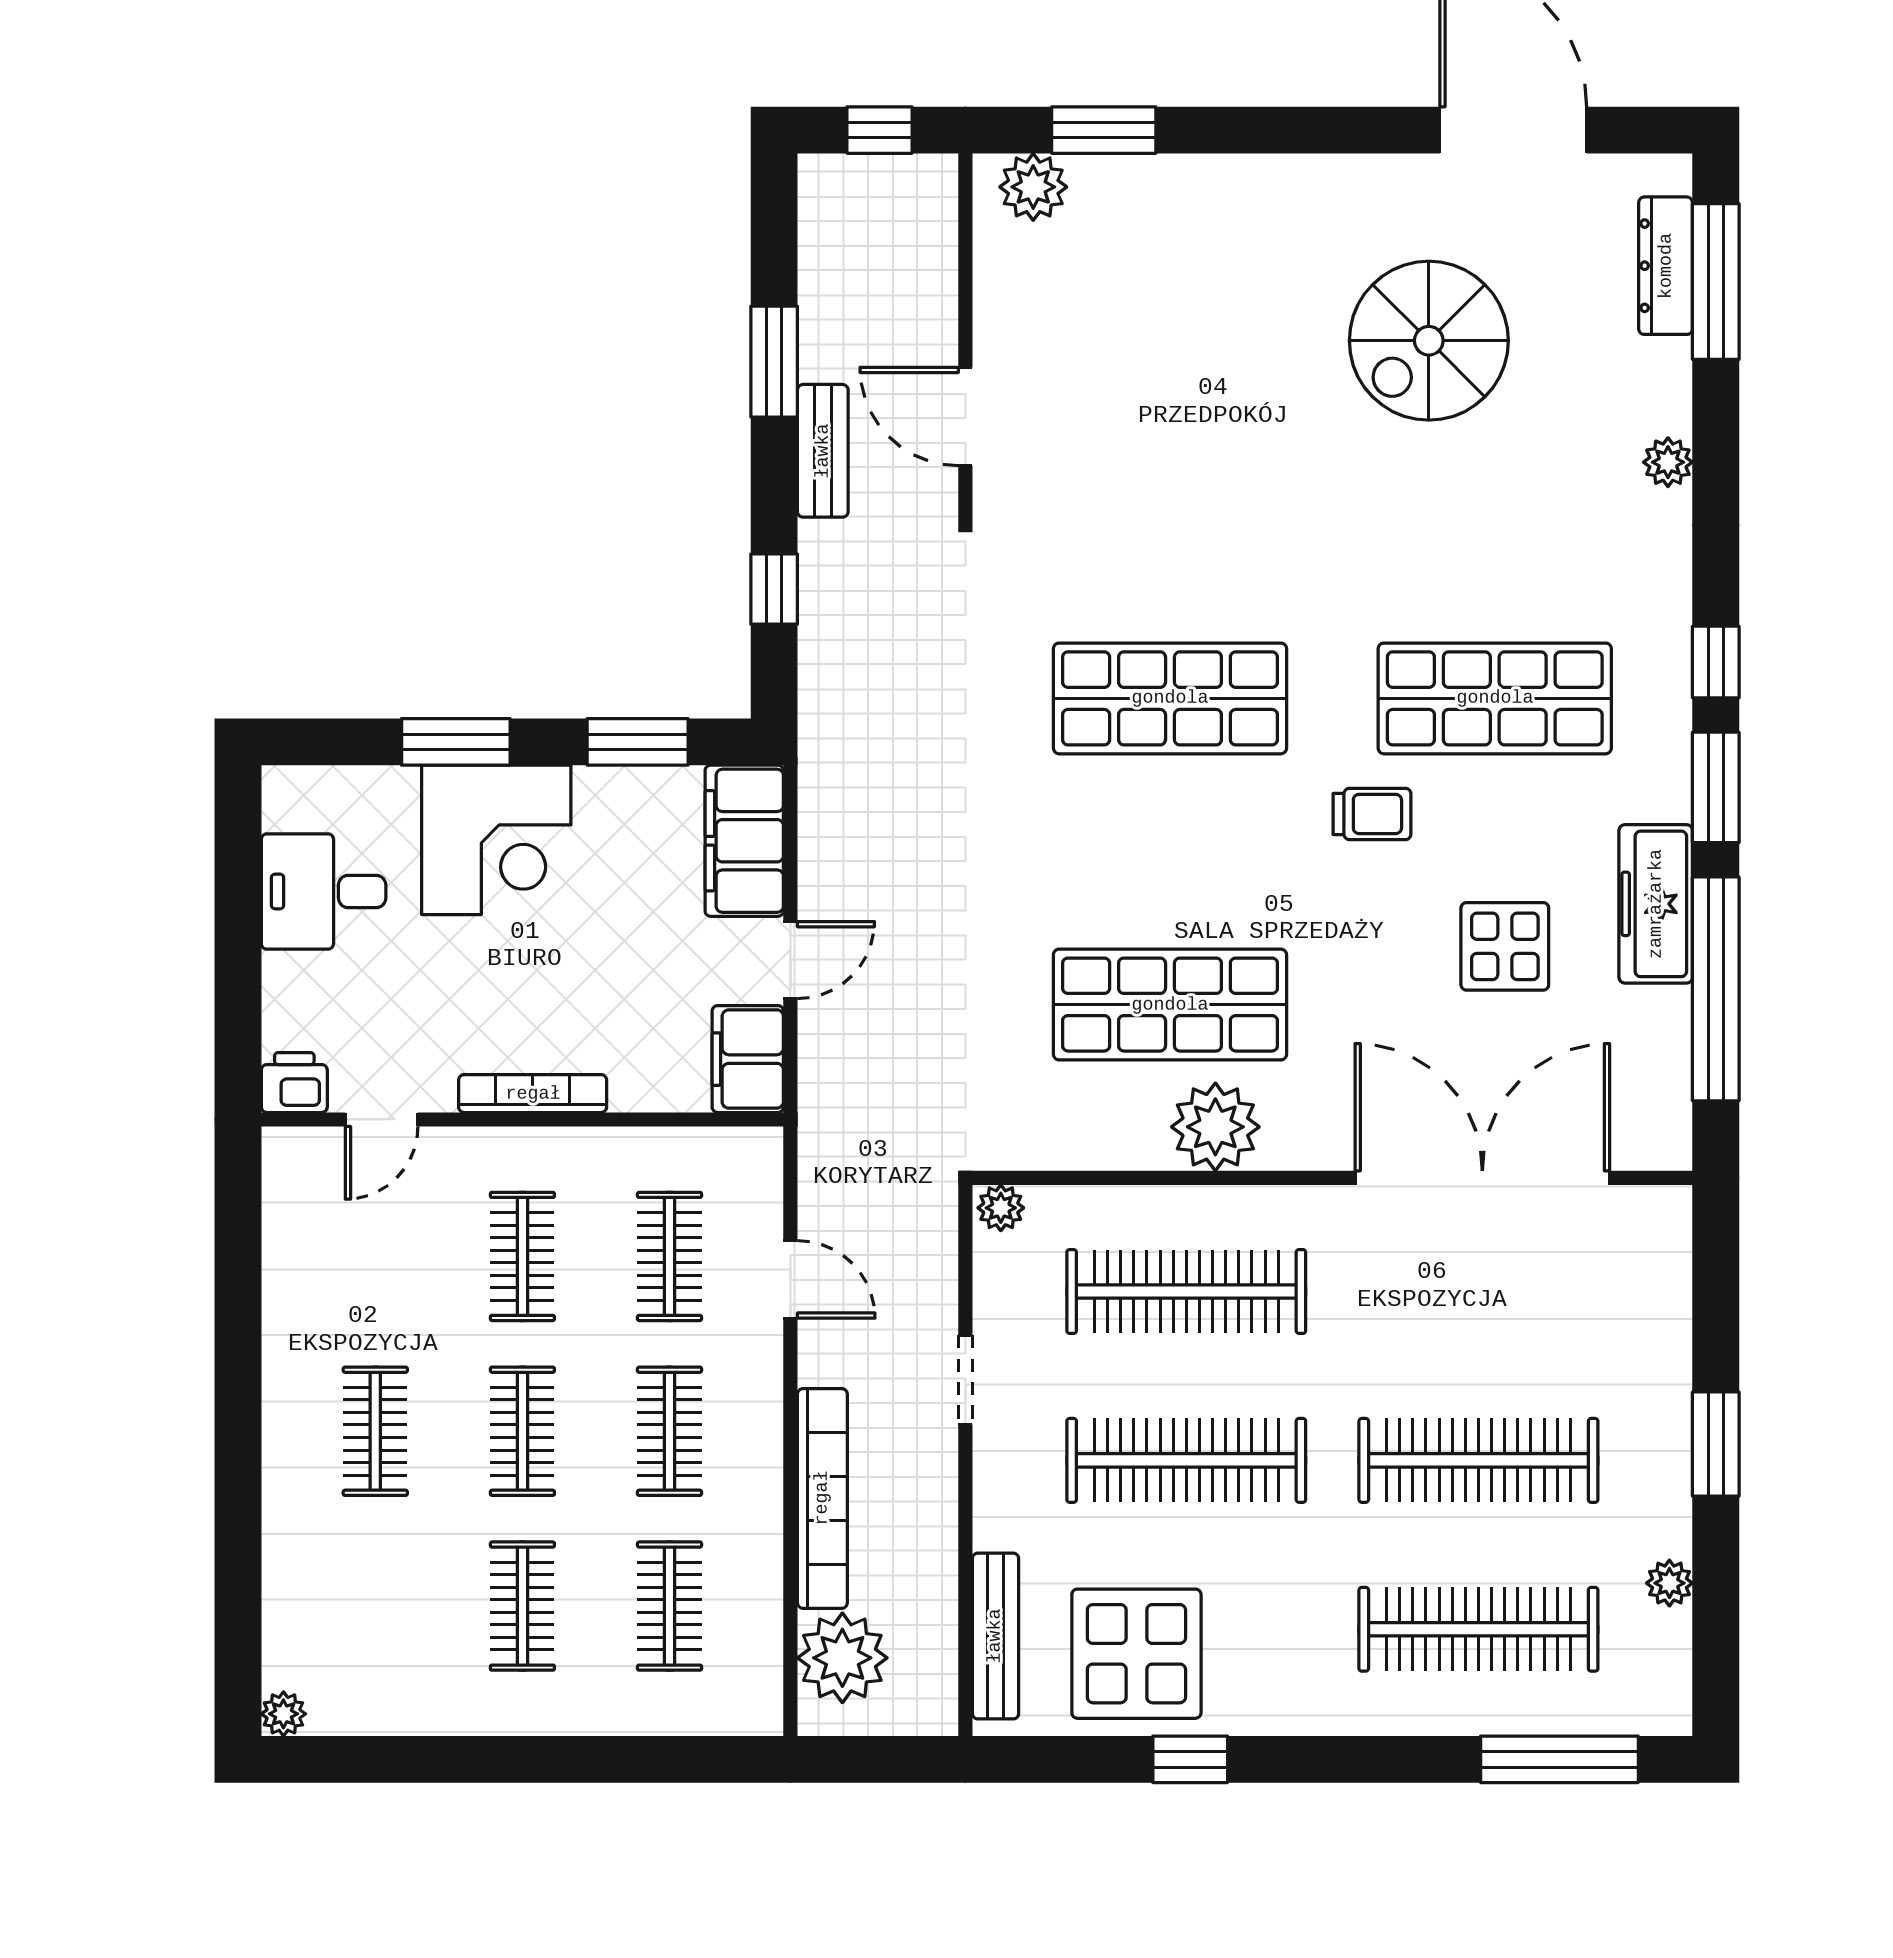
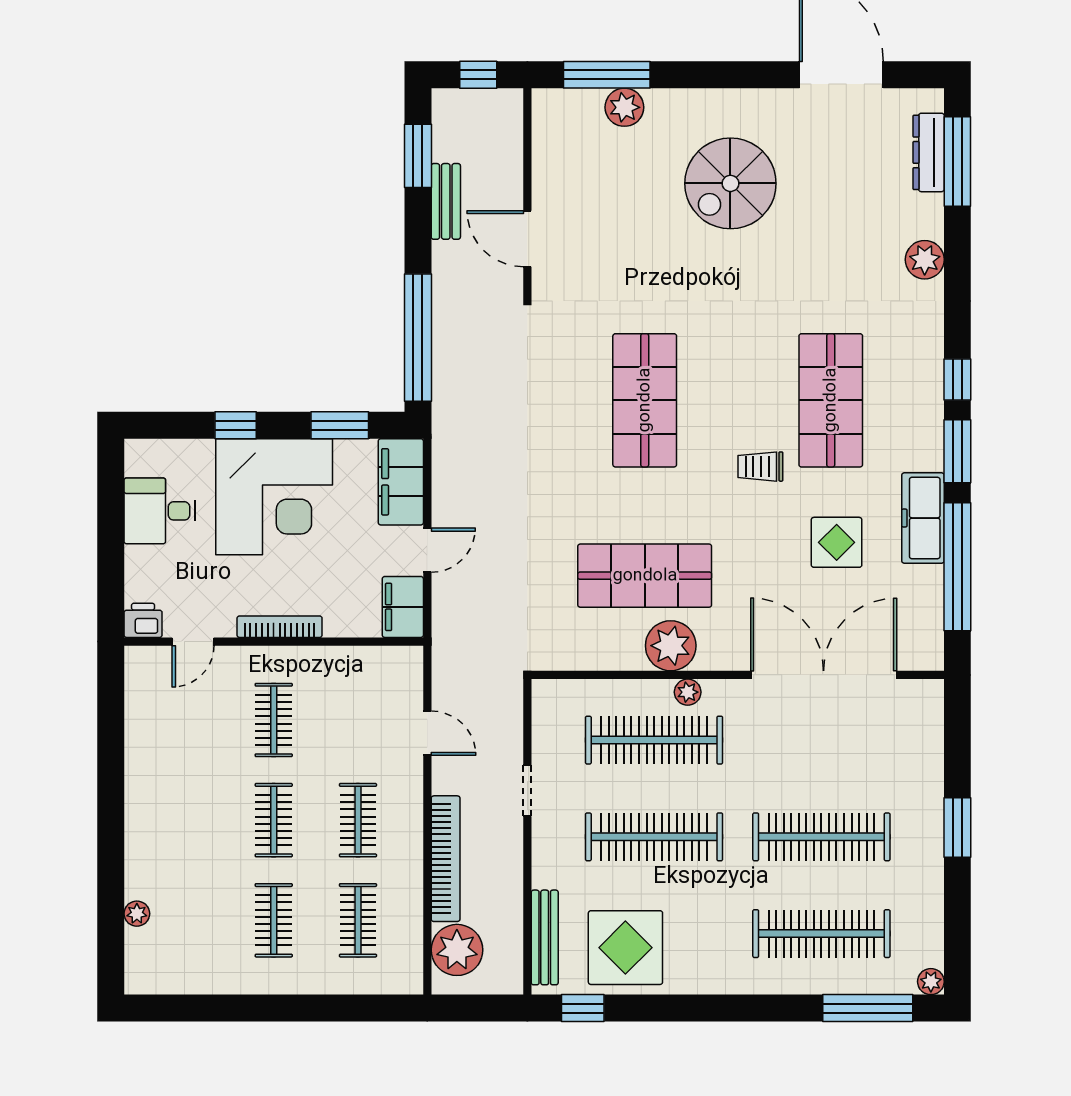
window: (1104, 130) -> (607, 75), width x1.44
plant: (1033, 187) -> (624, 107), moved
spiral stairs: (1429, 341) -> (730, 183), moved
window: (774, 362) -> (418, 156), moved
bench: (823, 451) -> (446, 201), moved
plant: (1668, 462) -> (925, 260), width x1.38, depth x1.38
window: (774, 589) -> (418, 338), width x3.17
shop shelf: (1170, 698) -> (645, 400), turned 90
shop shelf: (1495, 698) -> (831, 400), turned 90
window: (456, 742) -> (236, 425), width x0.67
trolley: (1372, 814) -> (760, 467), turned 180
corner desk: (496, 840) -> (274, 497), width x1.36, depth x1.36
plant: (1001, 1208) -> (688, 692), moved
clothes rail: (670, 1256) -> (358, 720), removed
clothes rail: (375, 1431) -> (189, 820), removed
plant: (1669, 1583) -> (931, 982), moved
plant: (283, 1714) -> (137, 914), moved
window: (1190, 1759) -> (583, 1008), moved

